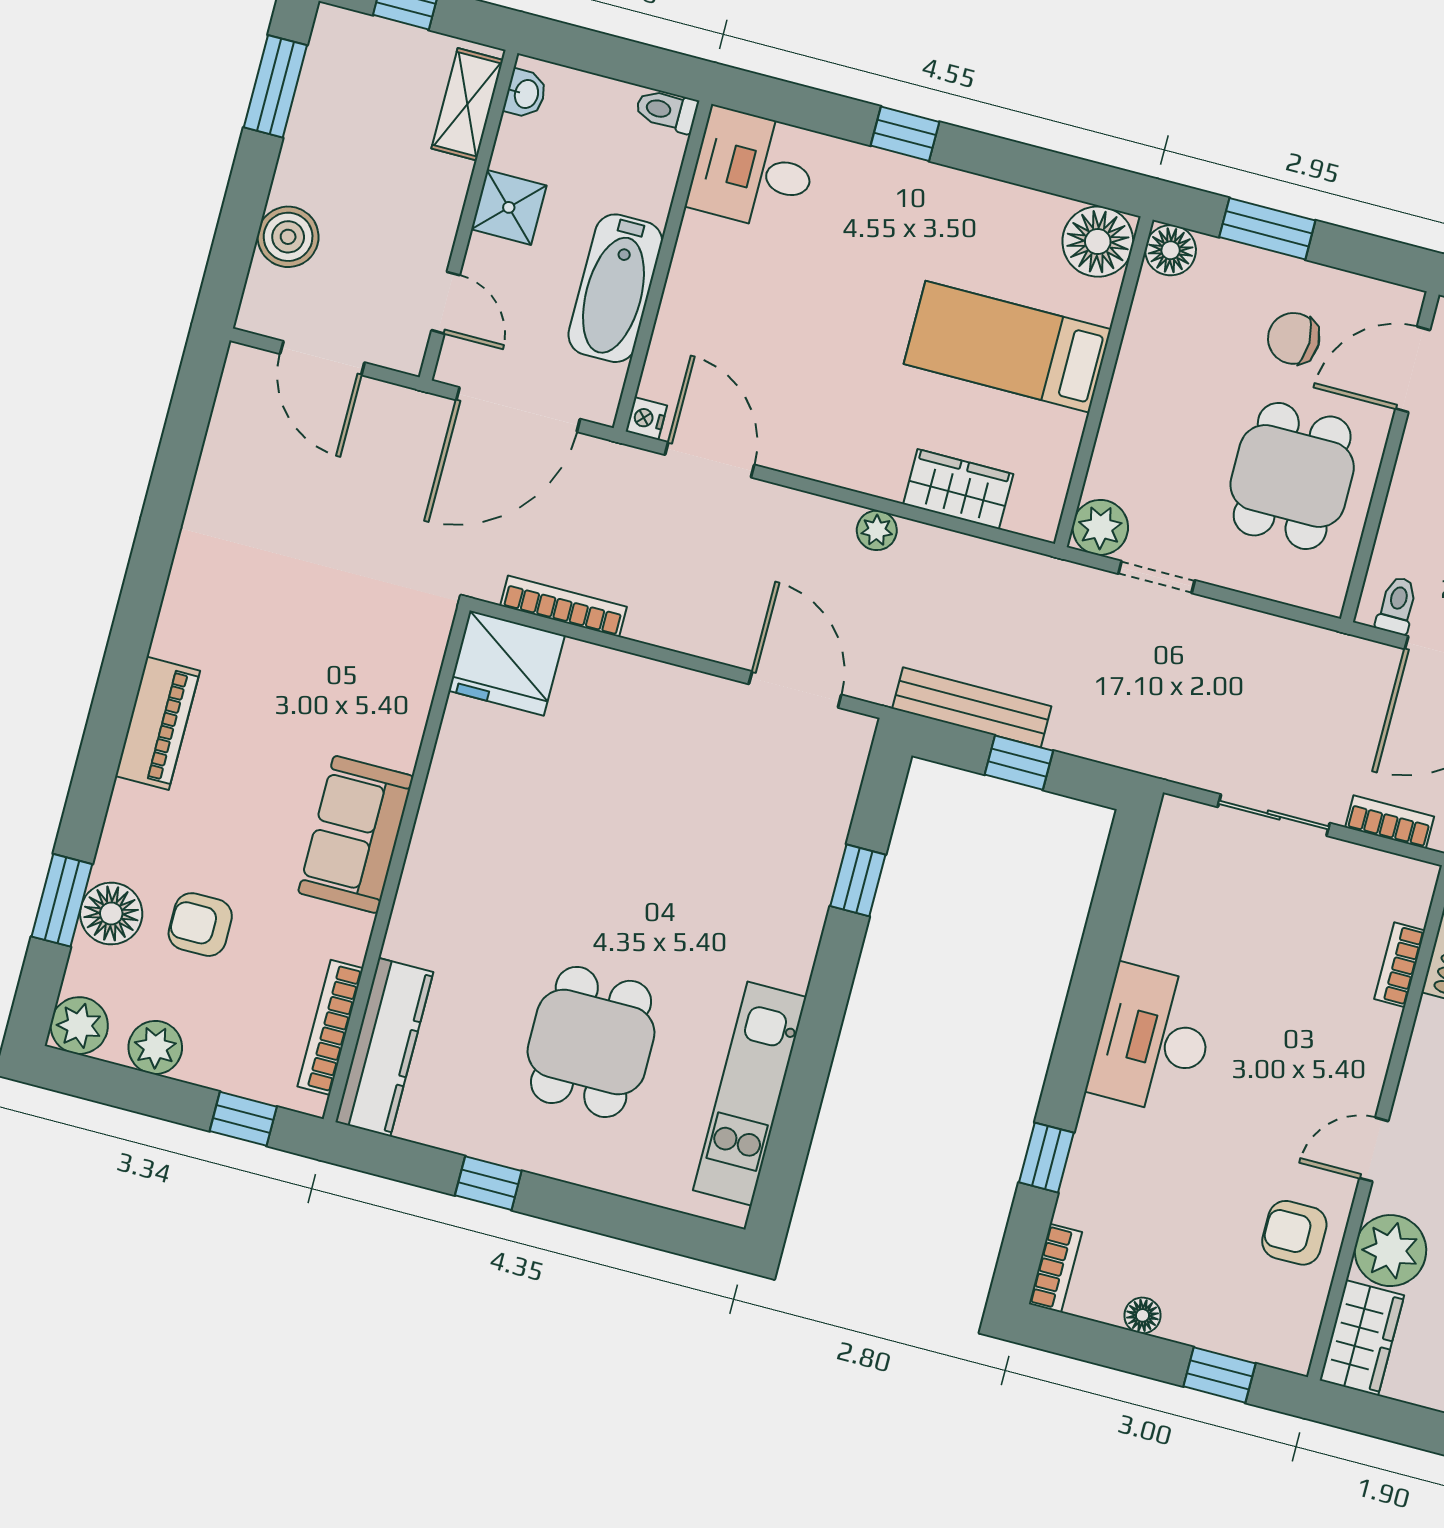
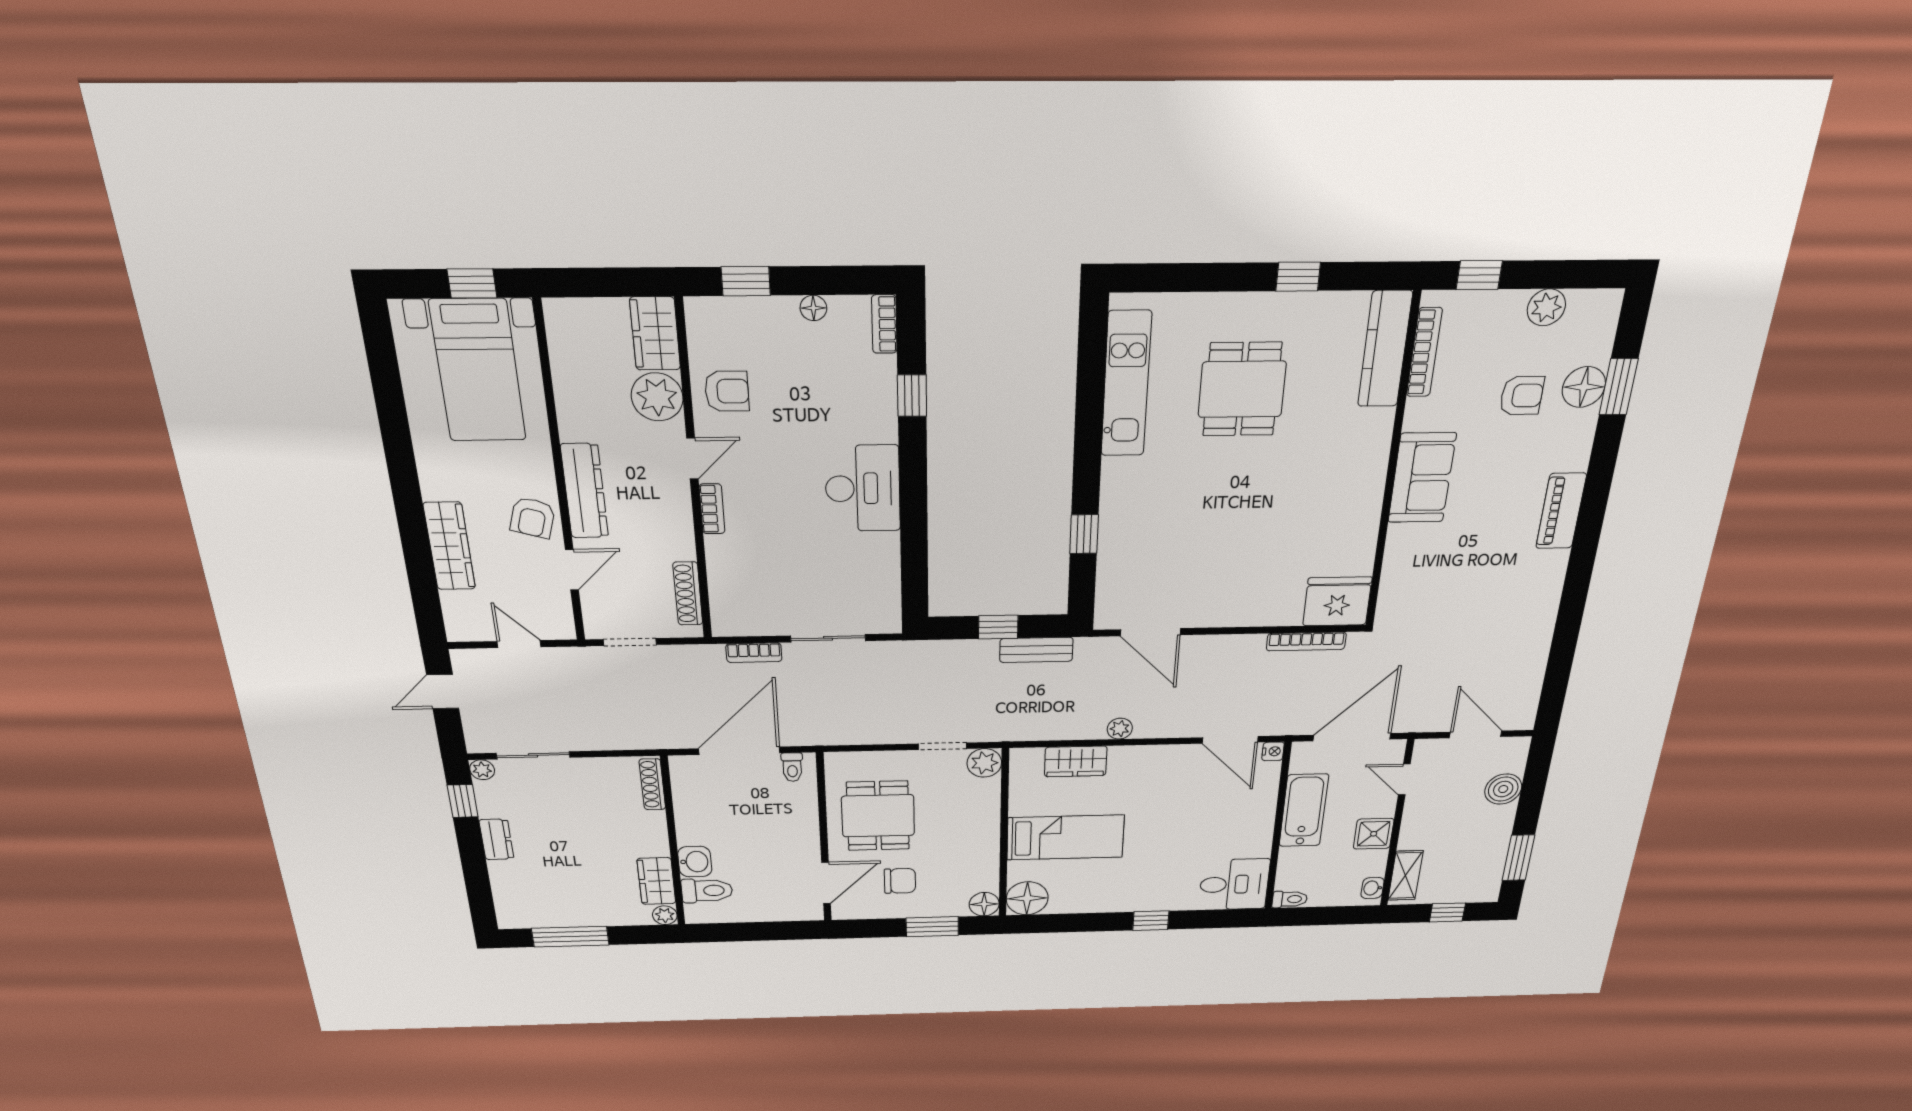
bench: (972, 707) -> (1036, 650), width x0.73
bookcase: (1400, 965) -> (712, 509), moved
plant: (79, 1026) -> (1601, 308), removed

